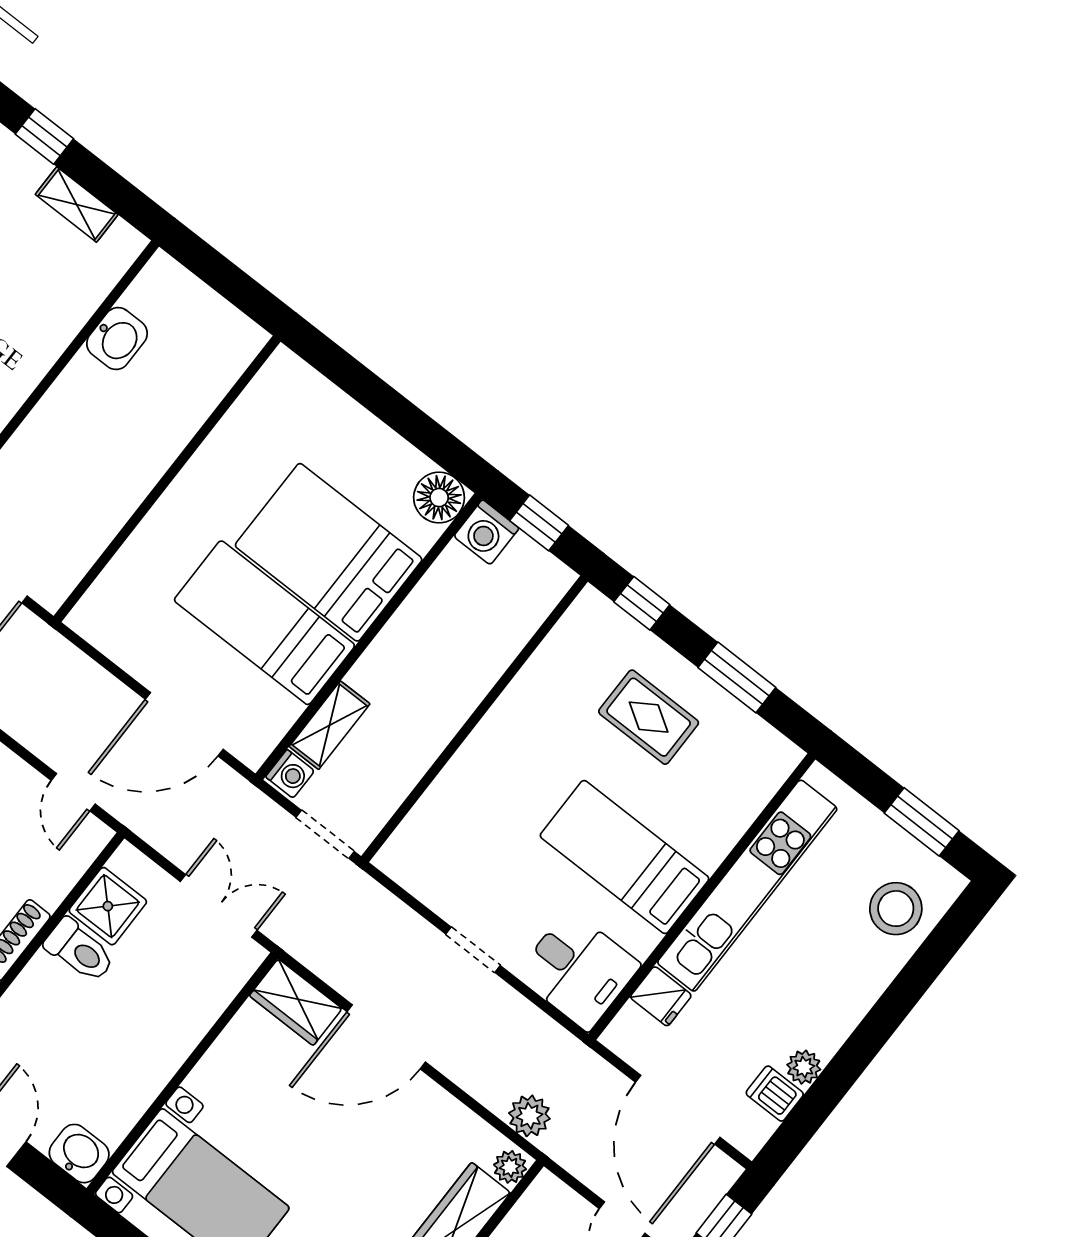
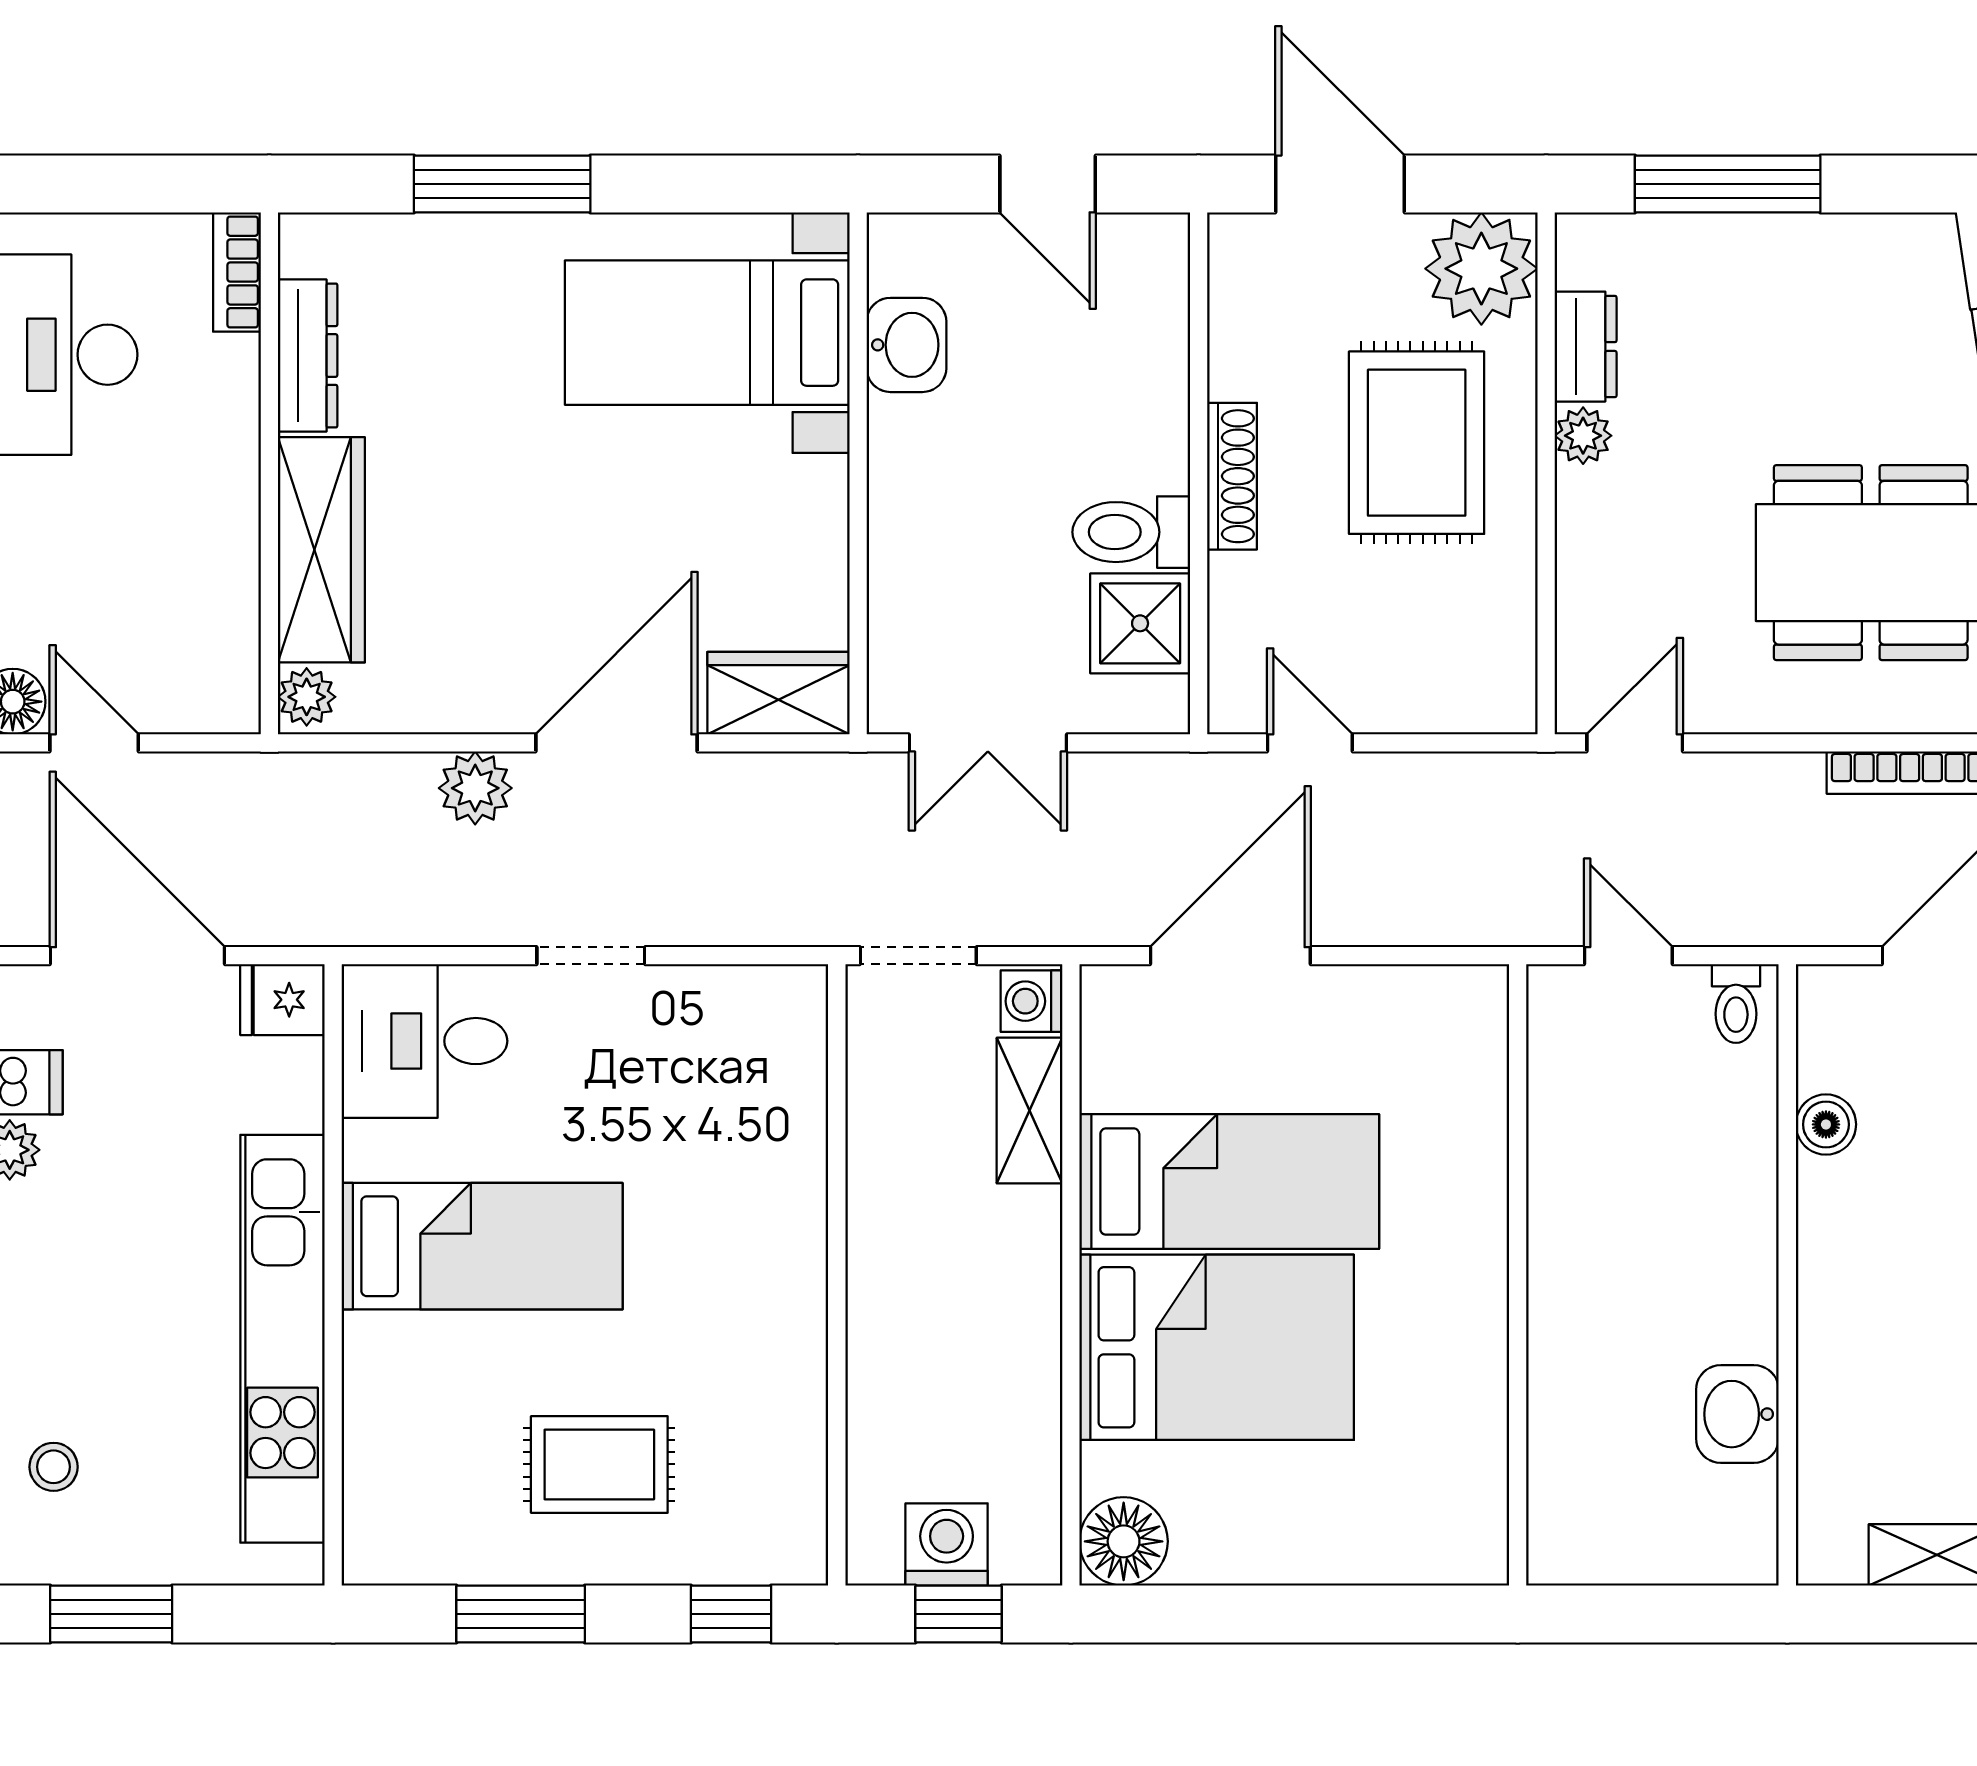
washing machine: (486, 532) -> (947, 1544), moved
stool: (896, 909) -> (54, 1467), width x0.53, depth x0.53
fridge: (661, 996) -> (282, 1000), moved
plant: (529, 1116) -> (475, 788), moved
washbasin: (79, 1154) -> (906, 345), moved, turned -90

